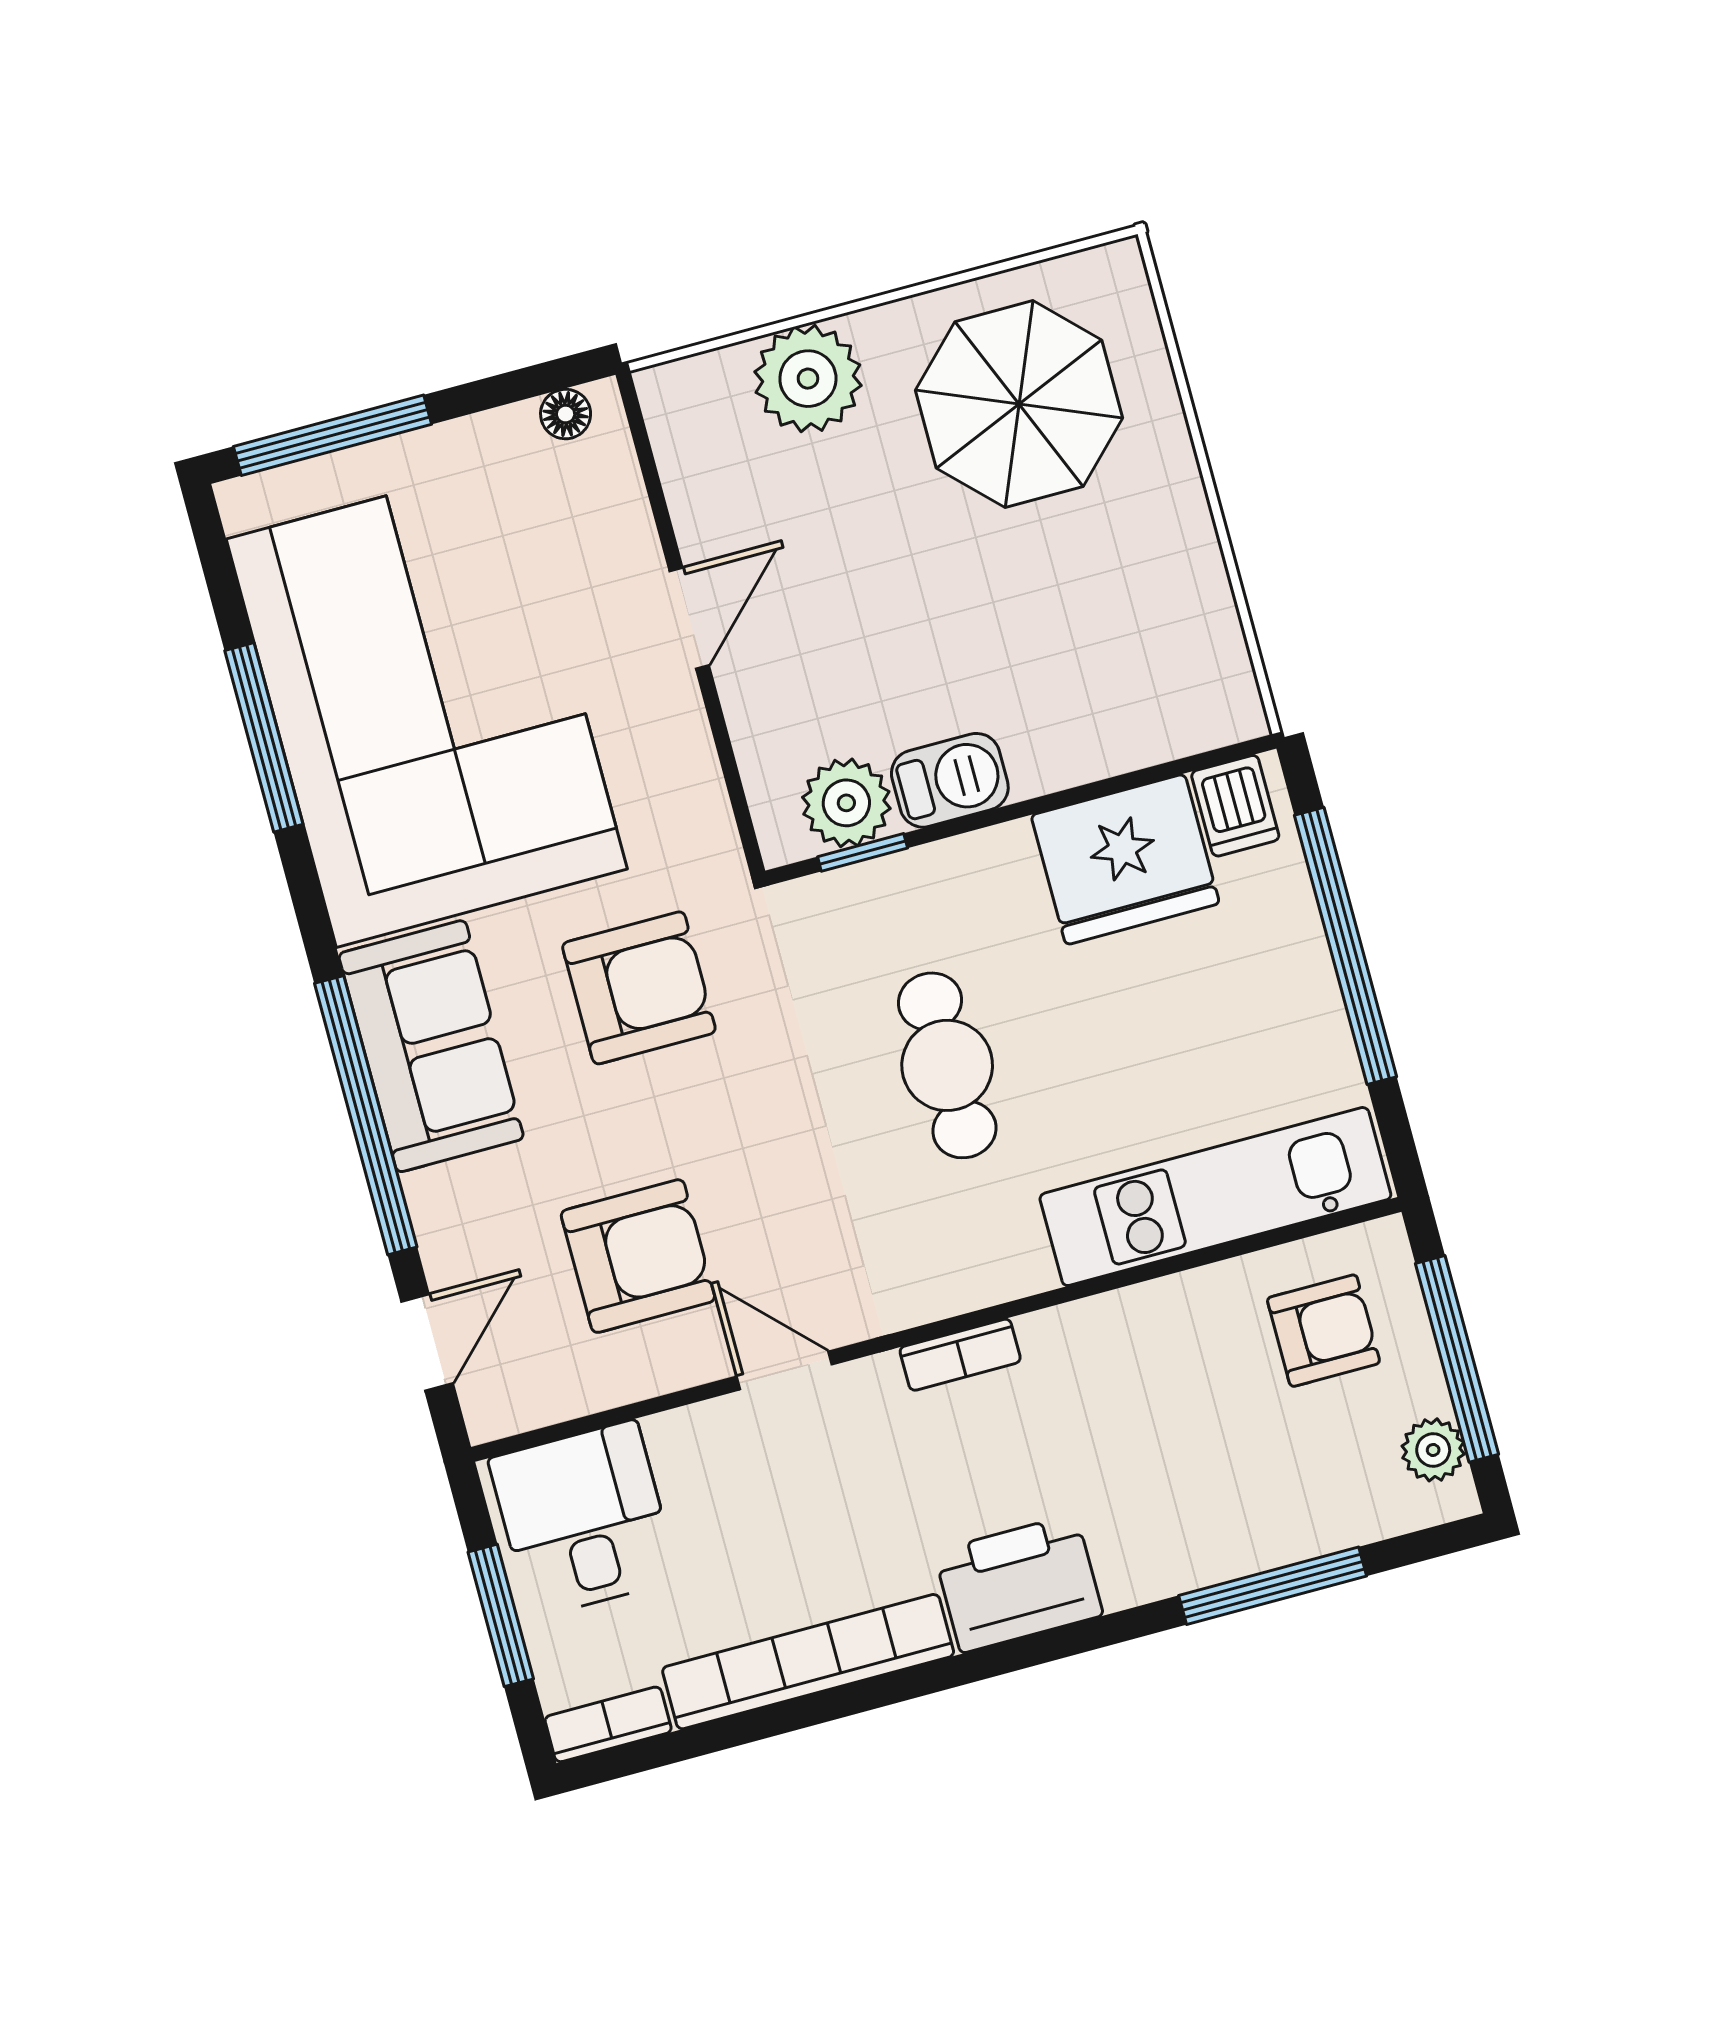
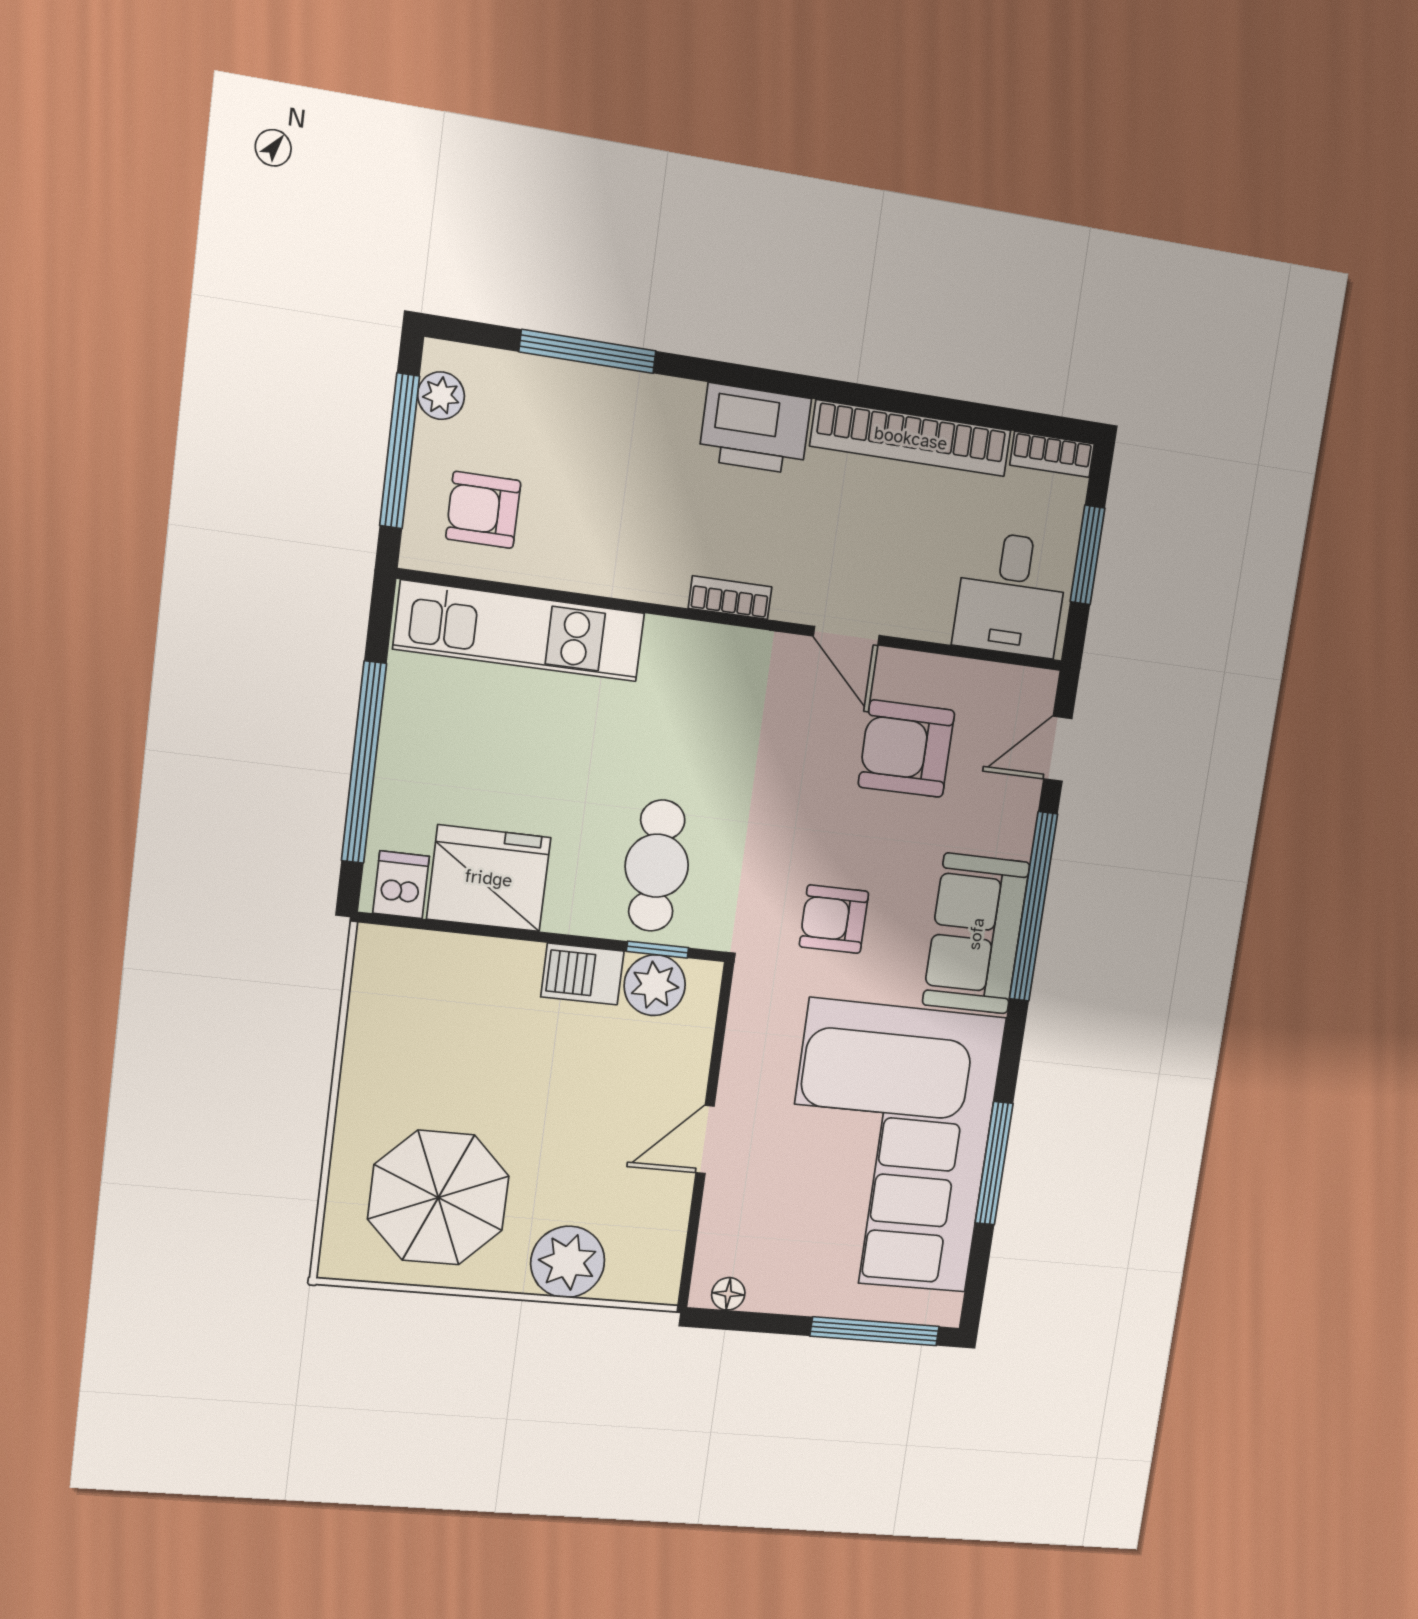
armchair: (639, 988) -> (834, 919), width x0.72, depth x0.72
cafe table: (947, 1065) -> (657, 866), moved

